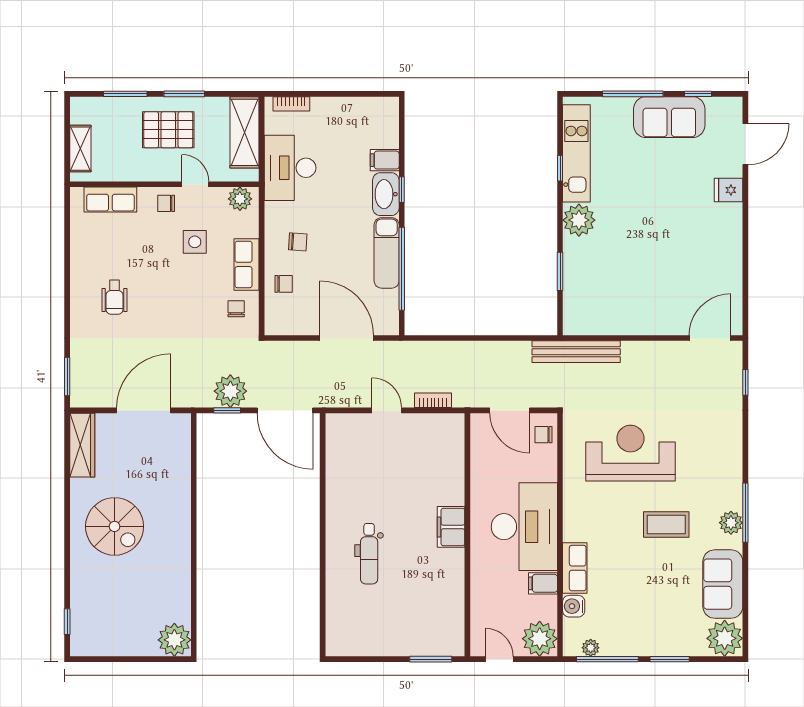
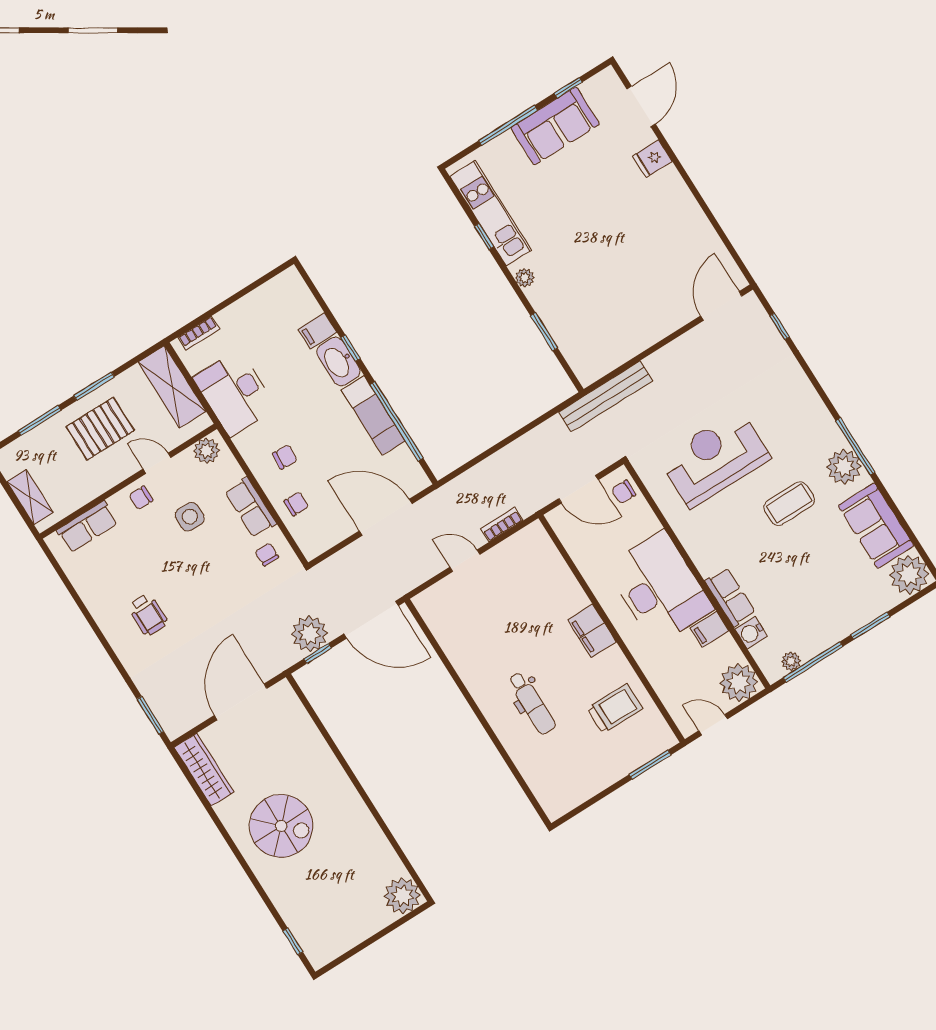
plant: (579, 220) -> (525, 278), width x0.53, depth x0.53
plant: (731, 523) -> (844, 467), width x1.36, depth x1.36
trolley: (431, 598) -> (615, 708), added

